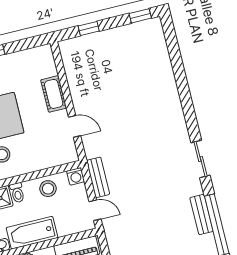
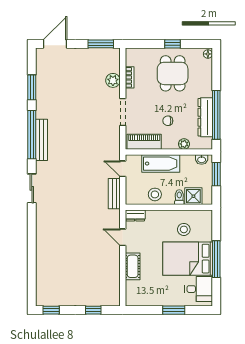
dresser: (66, 157) -> (135, 216), added
washing machine: (76, 176) -> (131, 199), removed
bench: (201, 214) -> (42, 140), width x1.36
bathtub: (32, 233) -> (161, 164), moved

